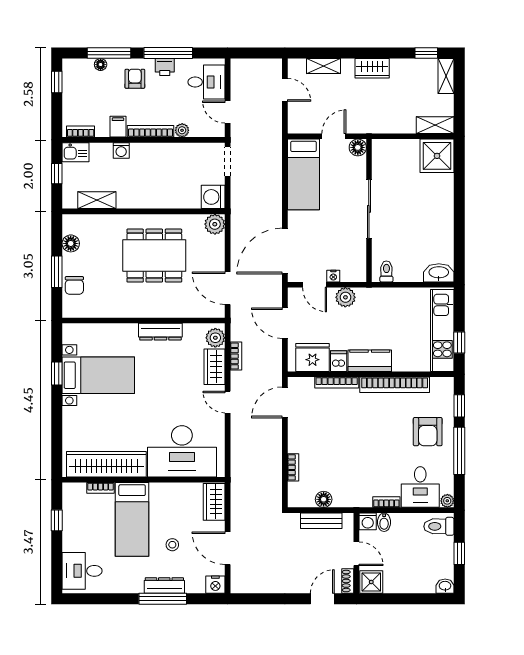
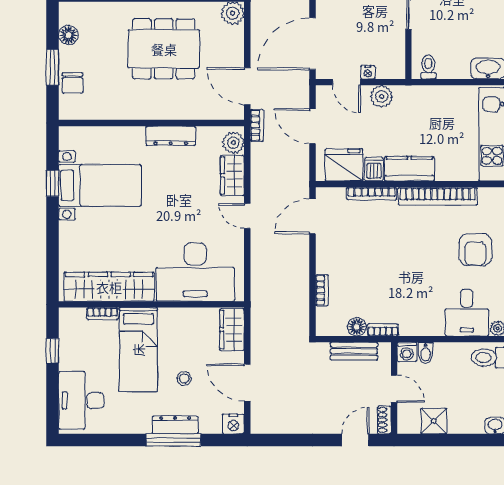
bookcase: (236, 356) -> (257, 125), moved
bookcase: (386, 502) -> (383, 330), moved
desk: (82, 571) -> (81, 400), width x1.37
shower: (371, 582) -> (434, 421), moved

